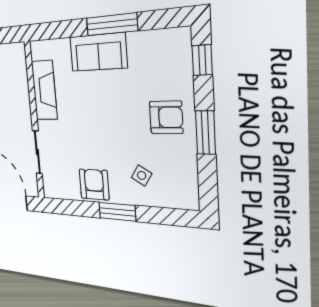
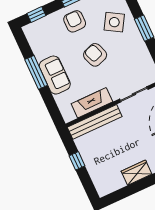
bench: (20, 83) -> (95, 122), added
side table: (142, 175) -> (114, 22), width x1.87, depth x1.87
armchair: (94, 184) -> (95, 55), moved, turned 70

